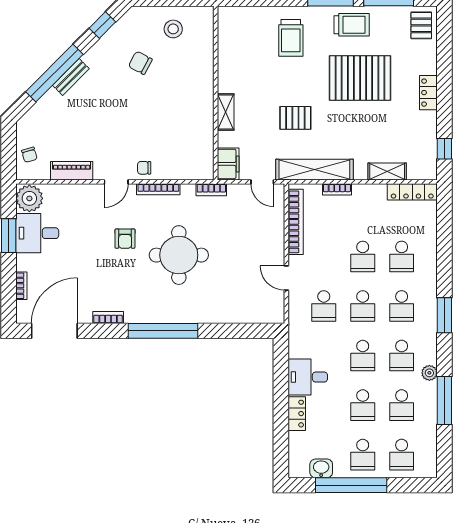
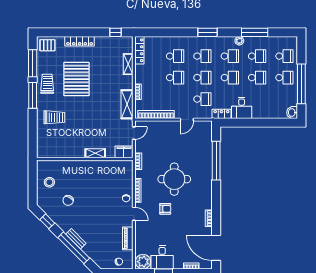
locker: (428, 93) -> (80, 41), width x1.53
pallet: (295, 118) -> (99, 115), removed
shelving: (314, 170) -> (127, 104), width x0.68
window: (163, 331) -> (216, 161), moved
locker: (297, 414) -> (221, 114), moved
washbasin: (321, 468) -> (292, 113), moved

